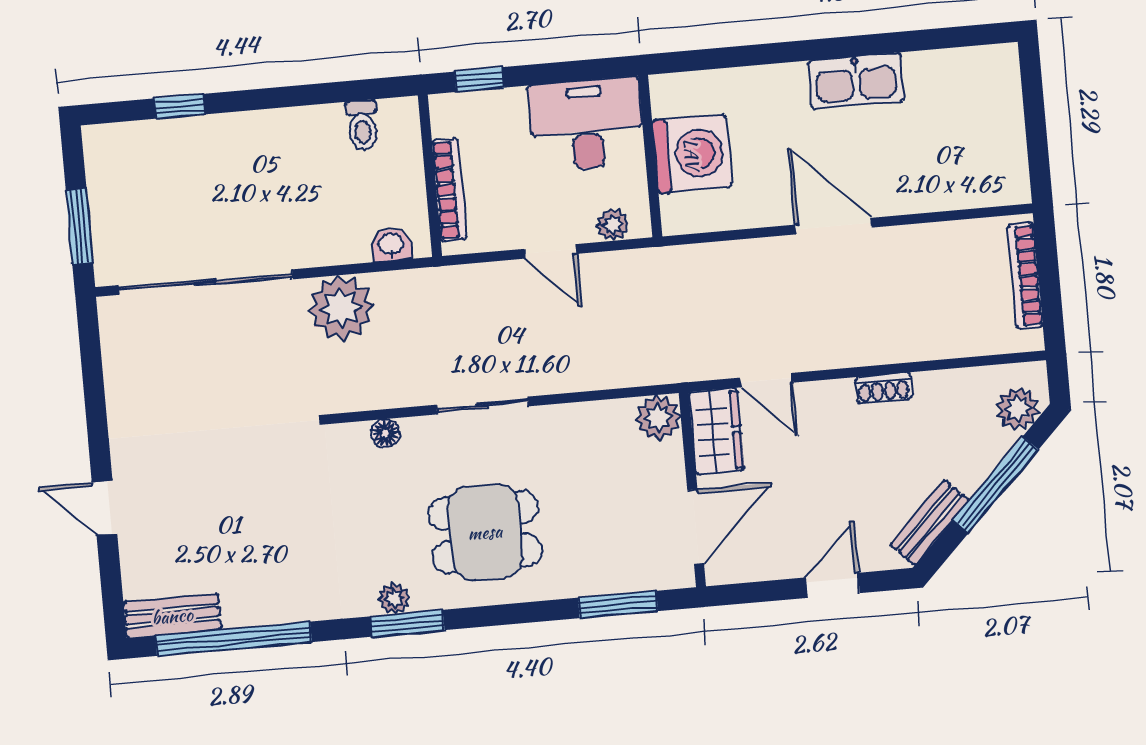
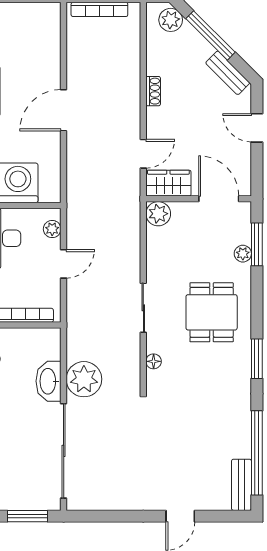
washbasin: (391, 245) -> (49, 381), moved, width x1.91, depth x1.45
plant: (394, 598) -> (243, 254), moved

